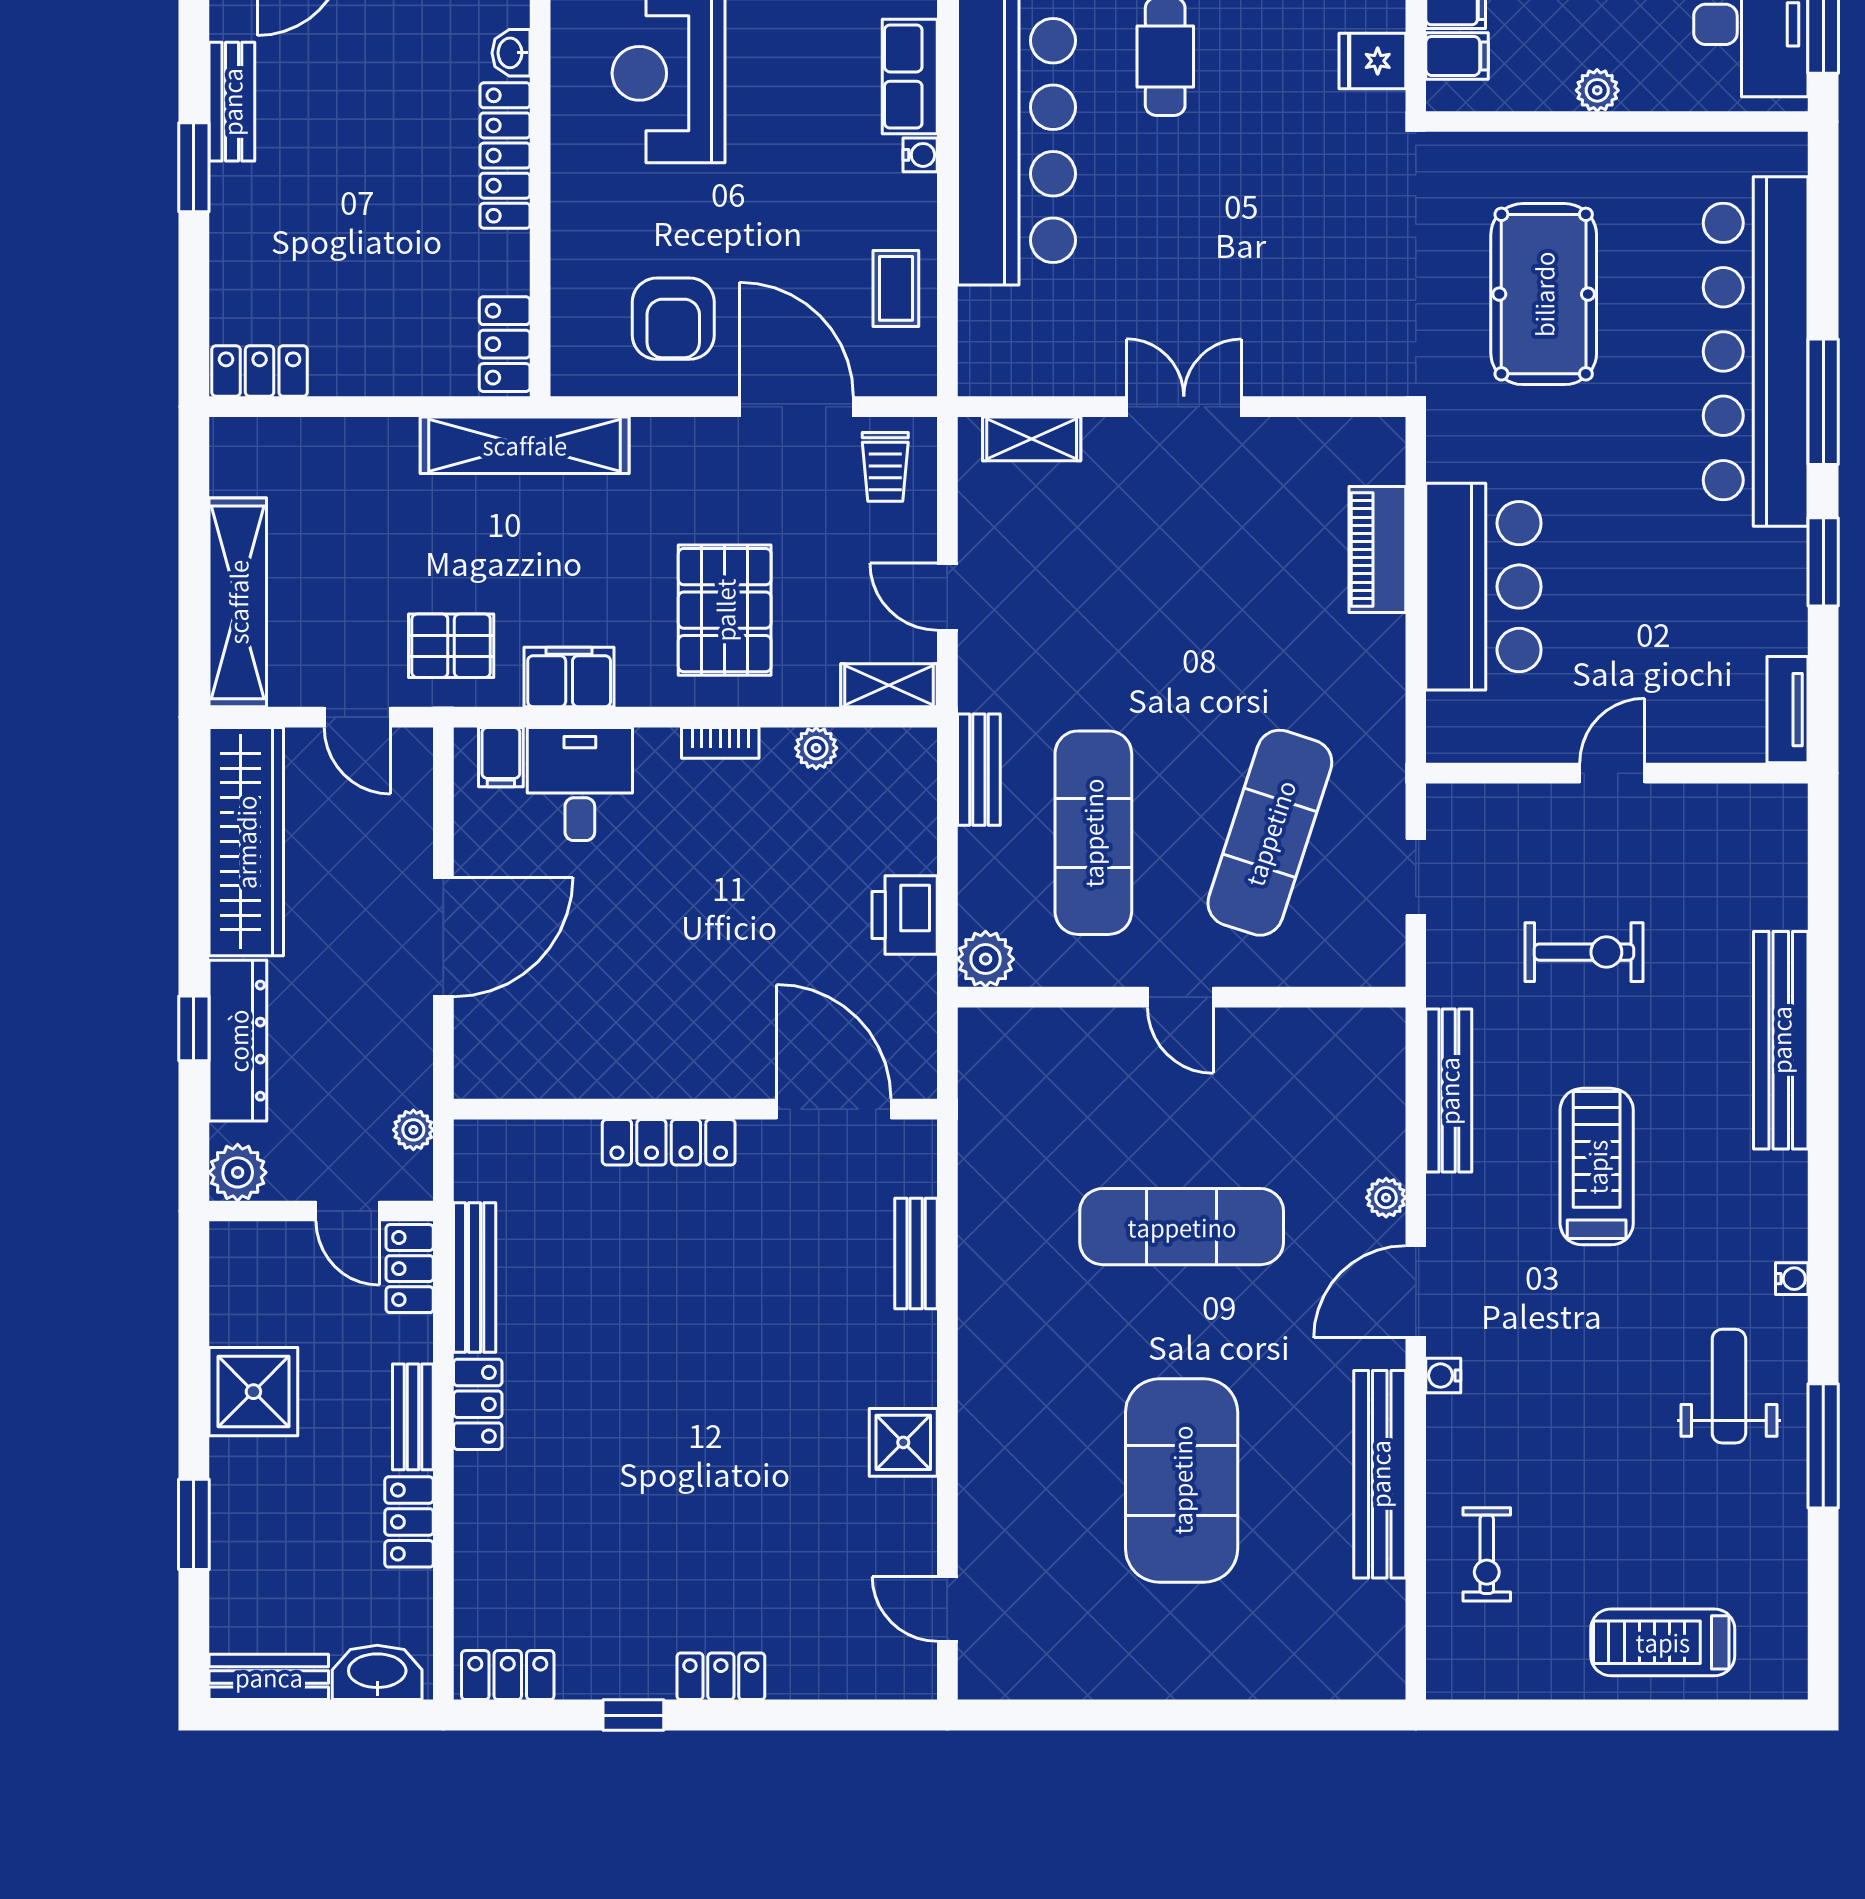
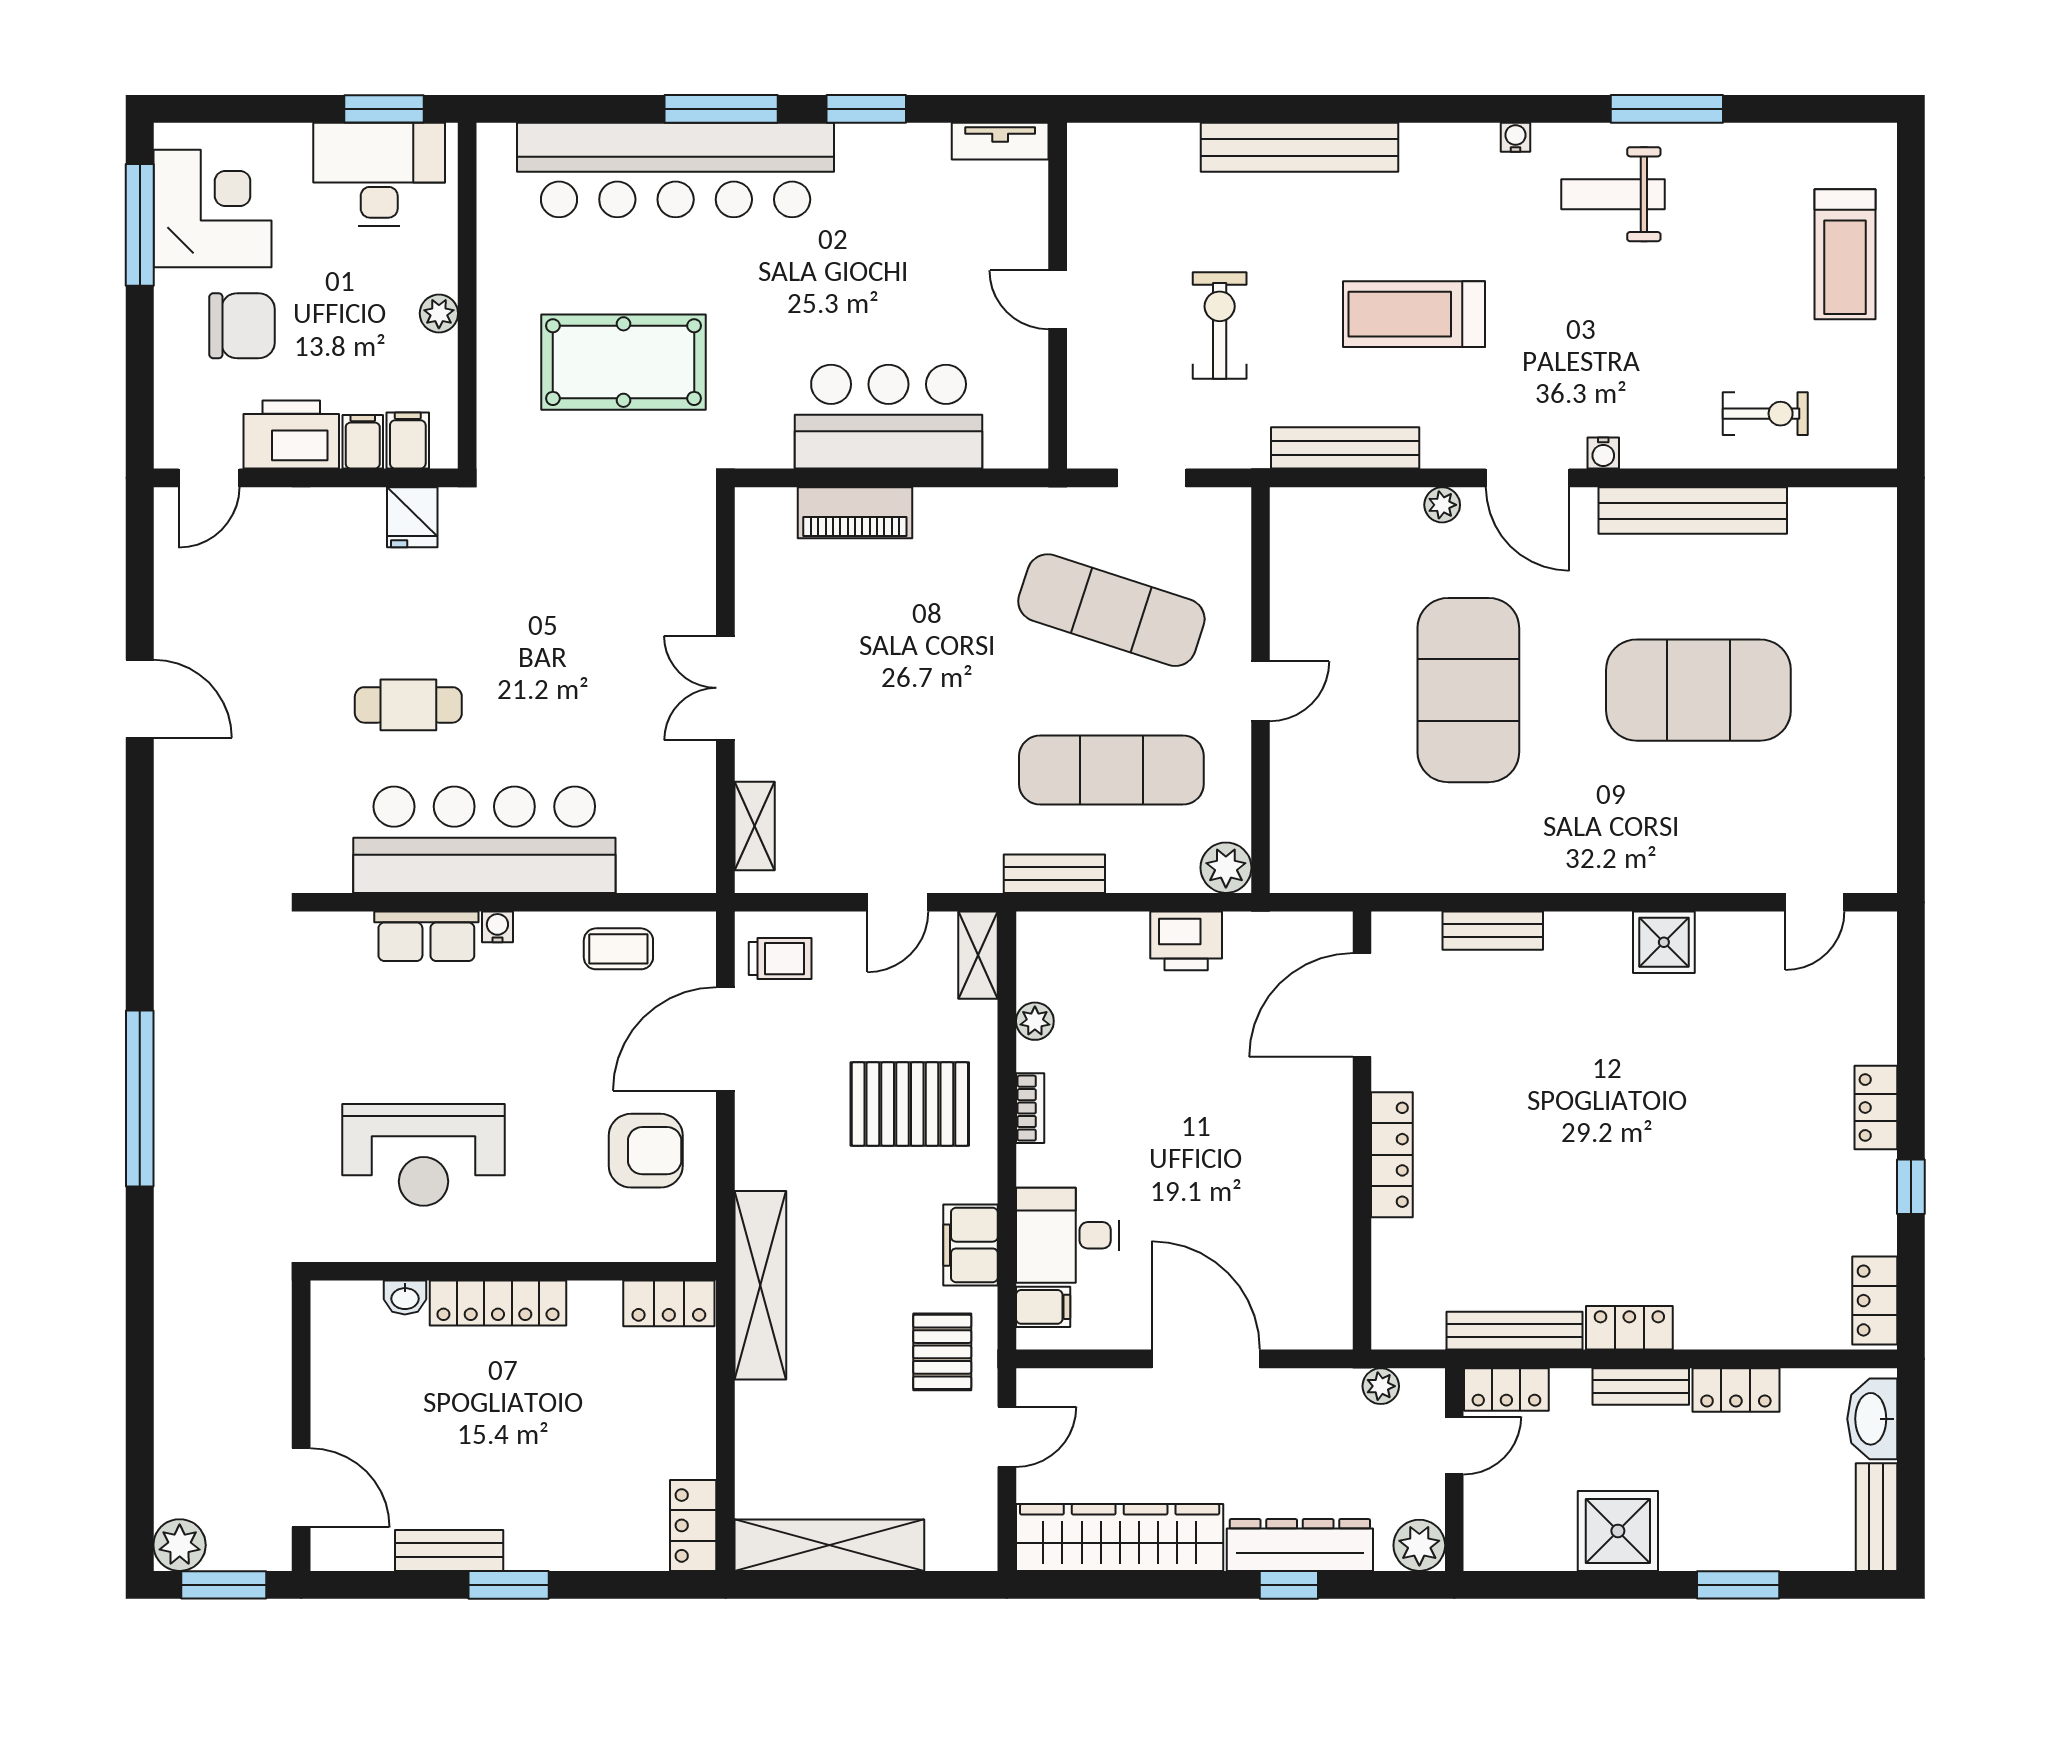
shelving: (238, 602) -> (829, 1545), moved
exercise mat: (1182, 1227) -> (1468, 690), width x1.47

